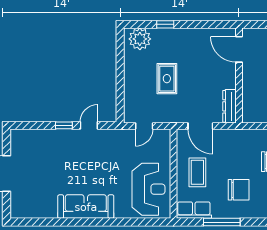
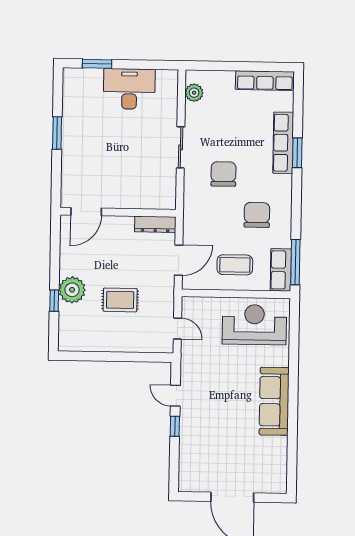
plant: (140, 39) -> (72, 290), moved
window: (222, 222) -> (295, 262), moved

